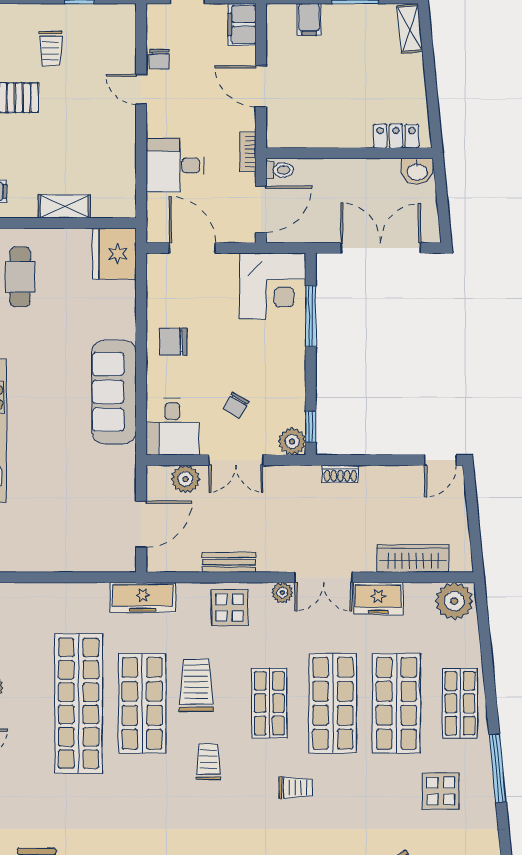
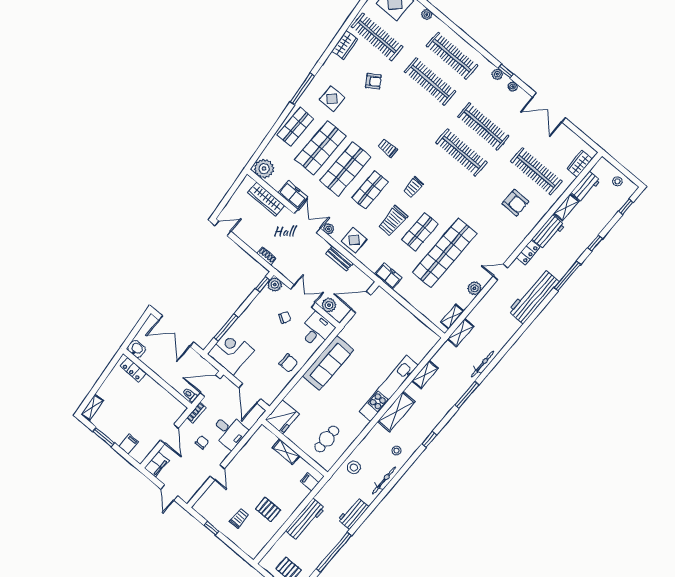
chair: (159, 59) -> (202, 442), moved
freezer: (143, 597) -> (388, 276), width x0.71
shop shelf: (142, 703) -> (420, 232), width x0.70, depth x0.74

